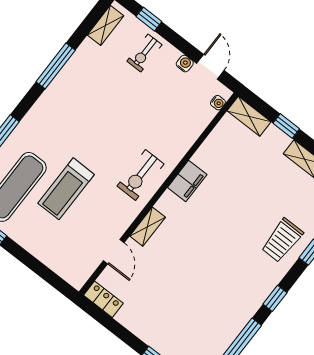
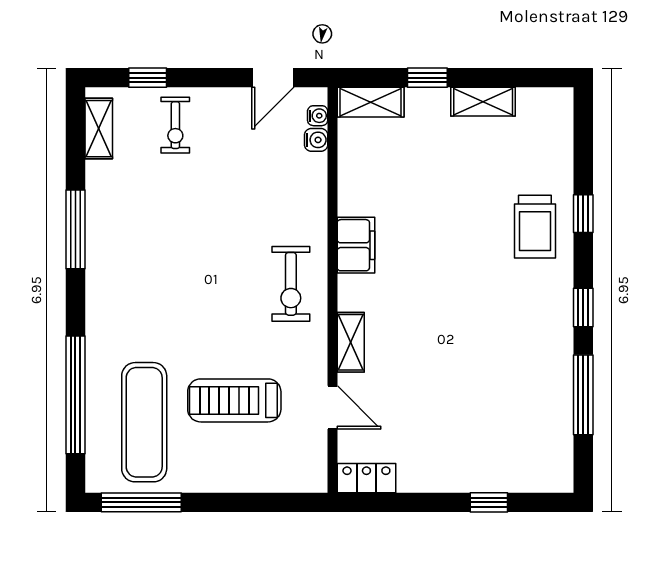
water cooler: (185, 64) -> (316, 140), moved, turned 90
door: (210, 67) -> (273, 78), swing flipped
treadmill: (66, 189) -> (234, 400), moved, turned 90

